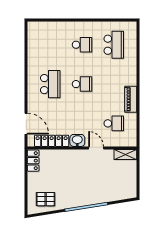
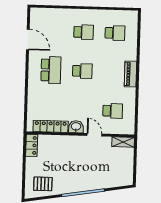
school desk: (114, 45) -> (115, 33), width x0.54
piano: (131, 99) -> (131, 74), moved
door: (26, 124) -> (28, 39), moved

